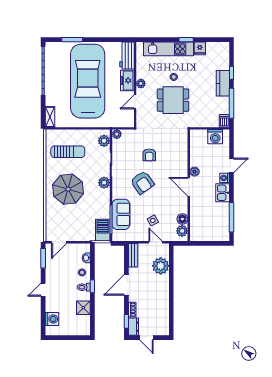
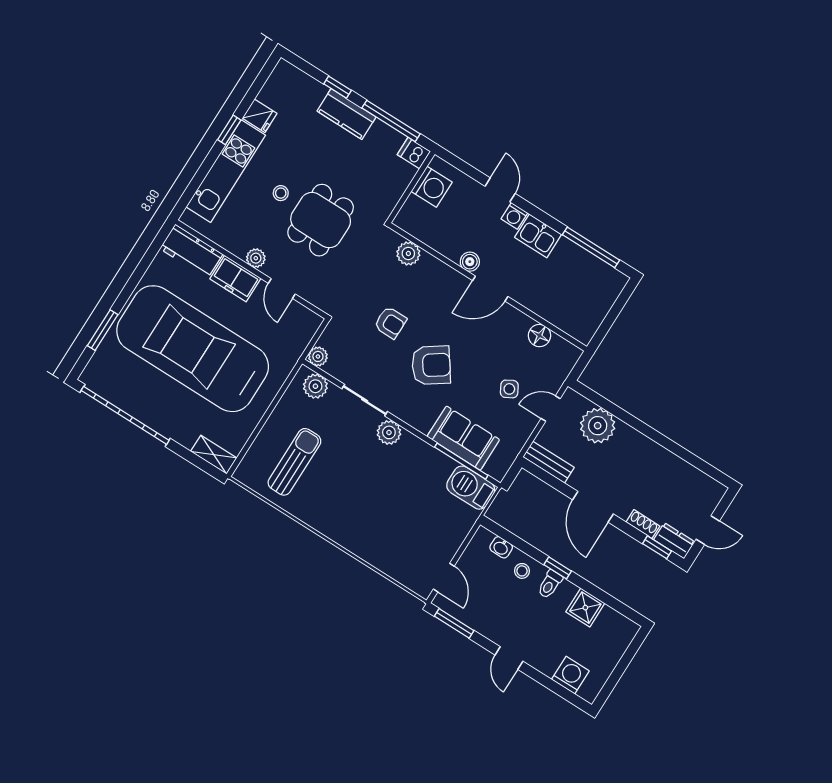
parasol: (68, 189) -> (360, 503), removed
plant: (182, 231) -> (408, 253), moved

